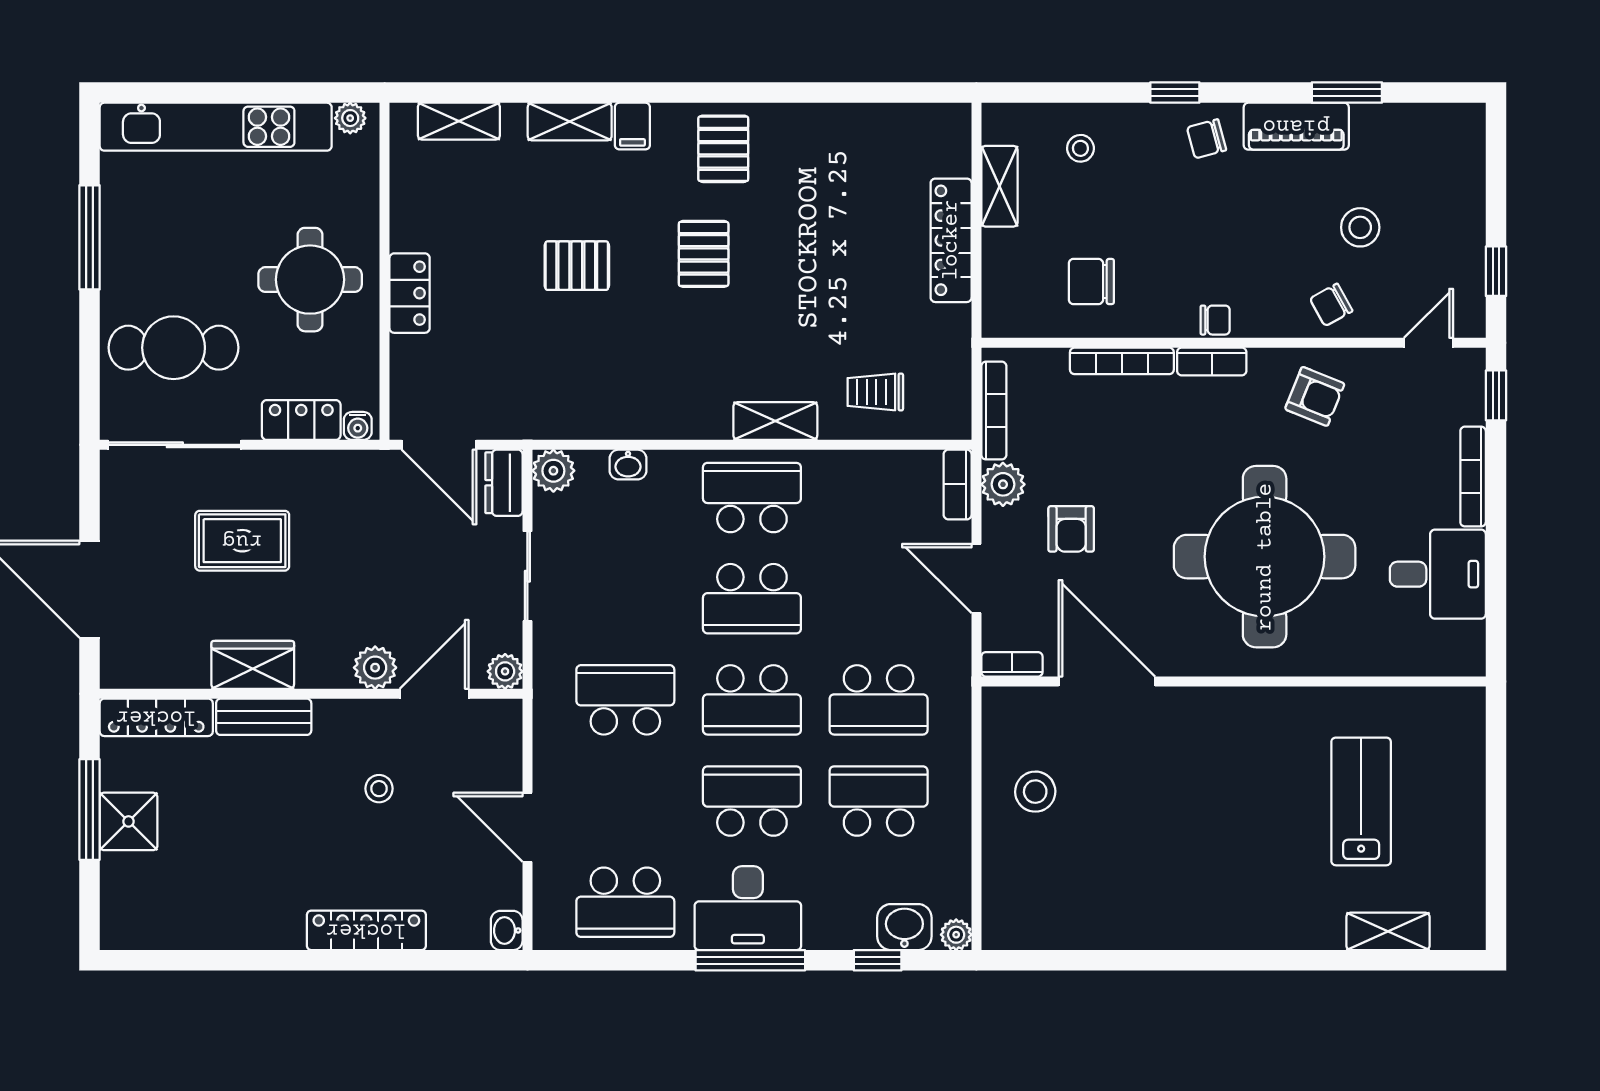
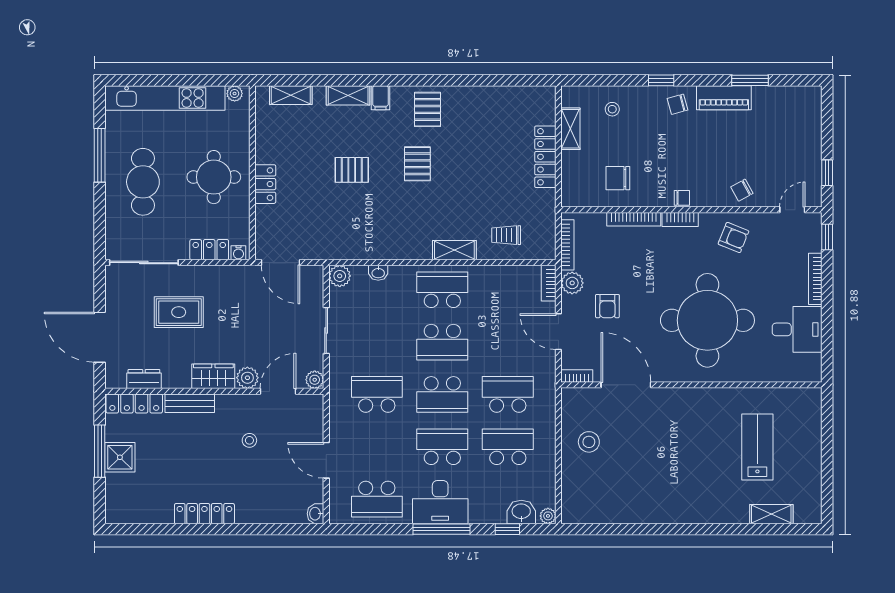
stool: (1360, 227) -> (757, 150), removed
cafe table: (174, 348) -> (143, 182), moved, turned 90
dresser: (504, 483) -> (144, 379), moved, turned 90
wardrobe: (253, 665) -> (213, 376), moved
school desk: (879, 700) -> (508, 394), turned 180
locker: (366, 930) -> (204, 514), moved

